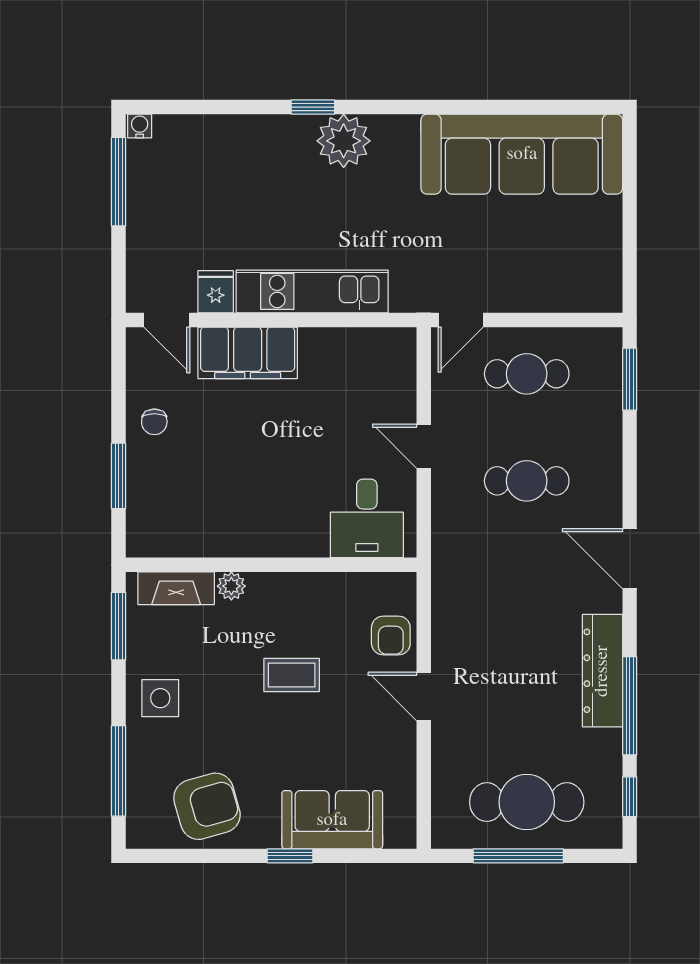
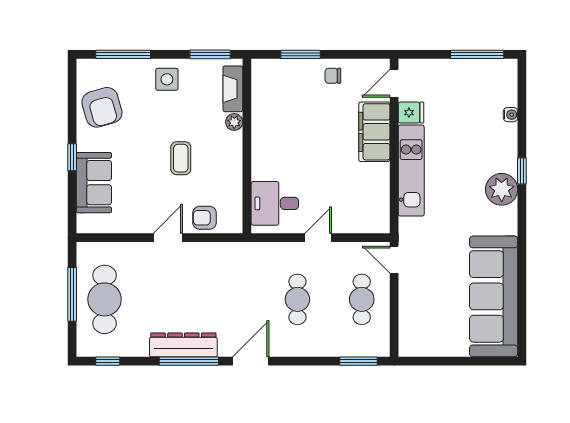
water cooler: (140, 126) -> (511, 115), moved
window: (630, 706) -> (189, 361), moved

